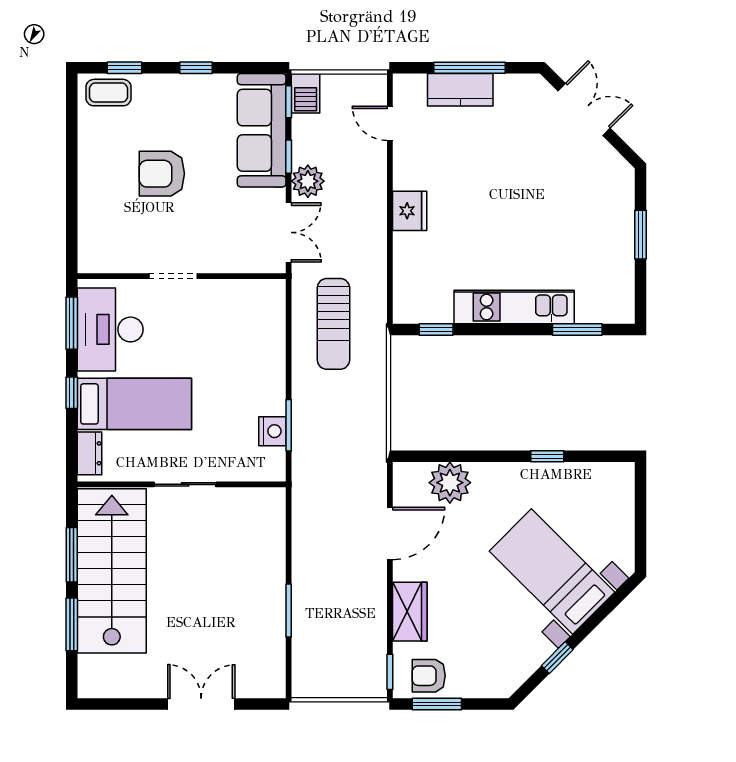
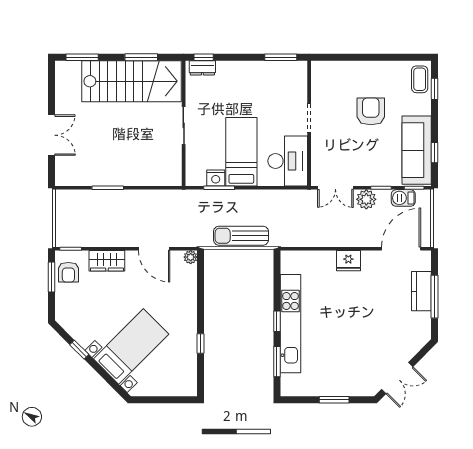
window: (196, 68) -> (435, 153), moved
barbecue: (306, 93) -> (403, 198), moved
double door: (584, 110) -> (397, 378), moved
door: (390, 123) -> (401, 249), width x1.88
sofa: (262, 130) -> (417, 150), moved, turned -90
kitchen unit: (514, 307) -> (290, 324), width x1.36
sun lounger: (333, 324) -> (241, 236), moved
desk: (110, 329) -> (288, 161), moved, turned 90
window: (436, 330) -> (277, 321), moved
window: (72, 393) -> (204, 57), moved
bed: (134, 404) -> (241, 152), moved, turned 180
plant: (450, 483) -> (191, 257), moved, width x0.53, depth x0.53
window: (72, 624) -> (82, 57), moved
armchair: (429, 676) -> (68, 272), turned 180

